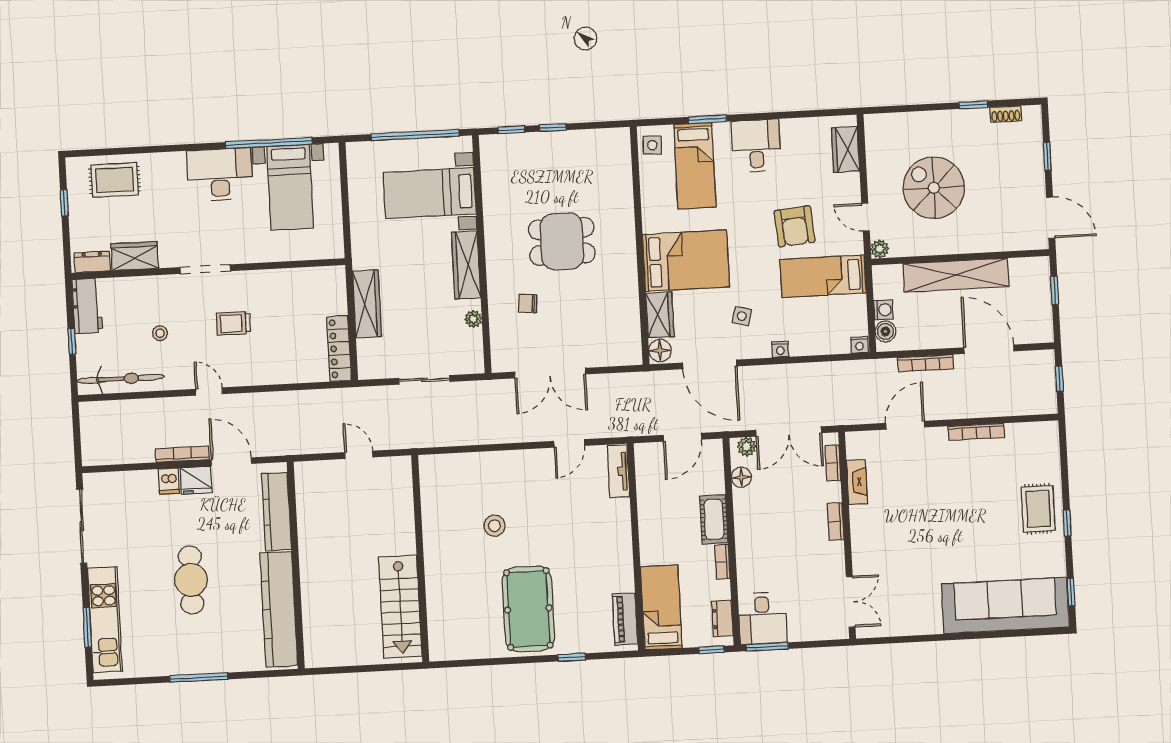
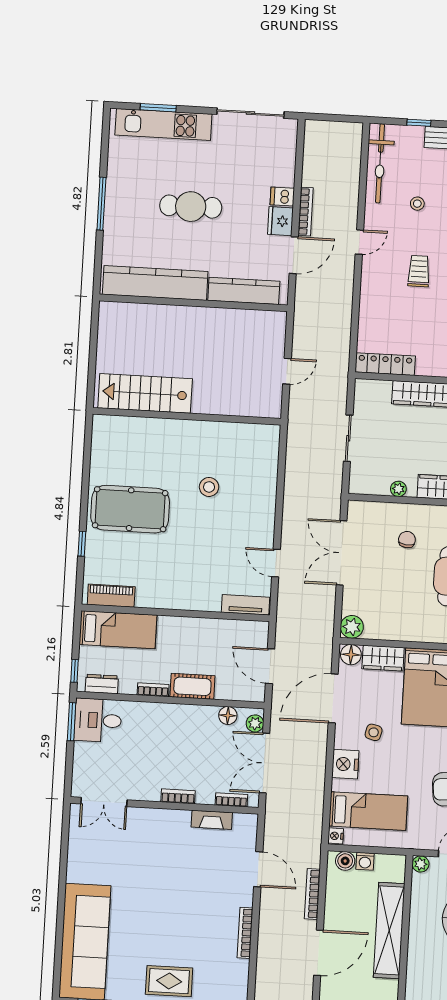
bed: (823, 276) -> (368, 811), moved, turned 90
nightstand: (780, 349) -> (345, 764), width x1.89, depth x1.79
plant: (630, 353) -> (352, 627), added

